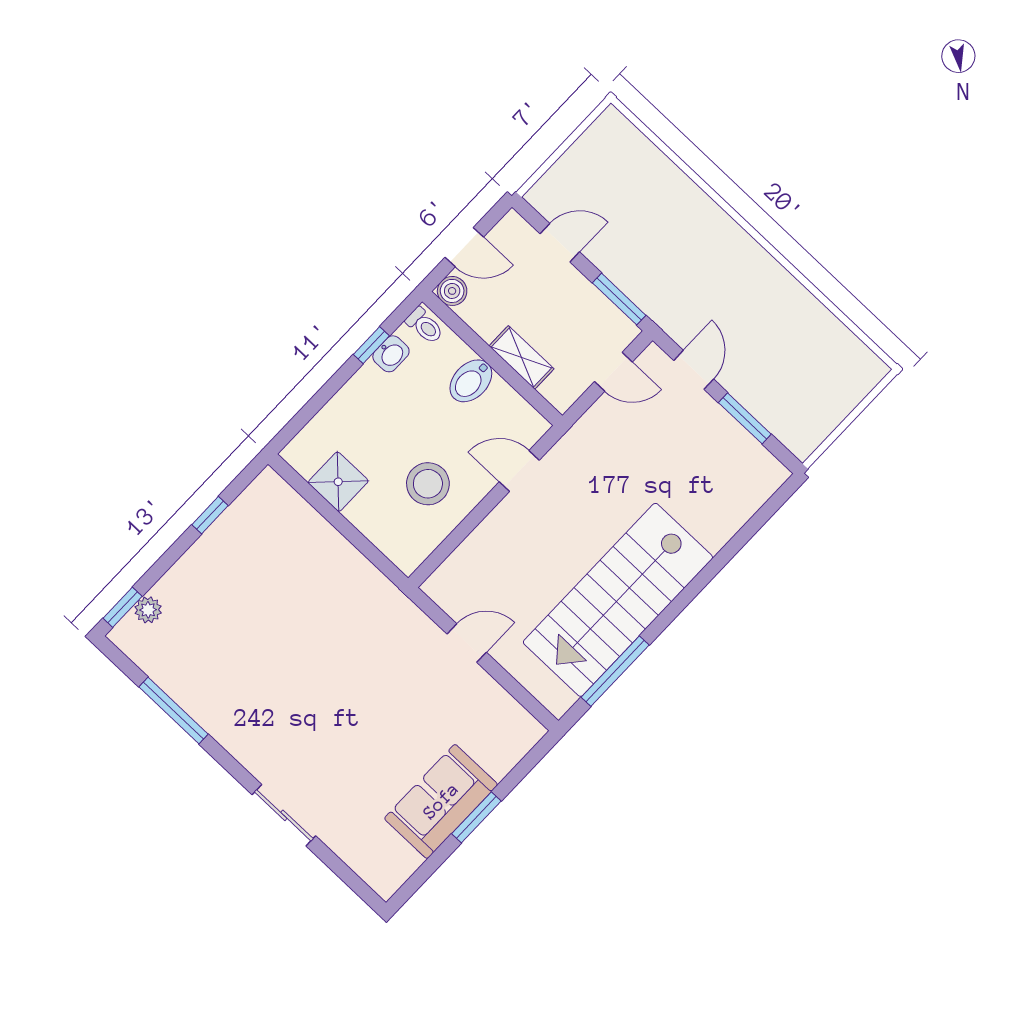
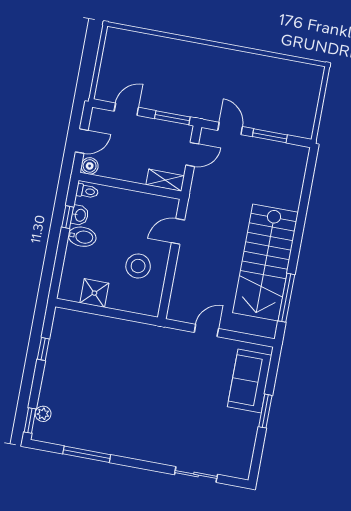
shelving: (522, 357) -> (165, 180), moved
bidet: (471, 381) -> (82, 237), moved, turned -90
sofa: (441, 801) -> (250, 381), moved
sliding door: (284, 815) -> (196, 475), moved

